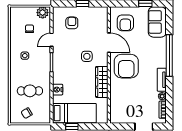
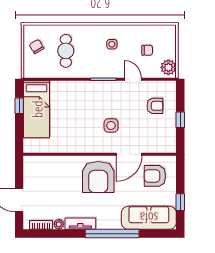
sofa: (157, 22) -> (149, 218), width x1.36
armchair: (126, 66) -> (98, 177), turned -90
wardrobe: (102, 82) -> (77, 145), removed
nightstand: (58, 90) -> (67, 87), removed

